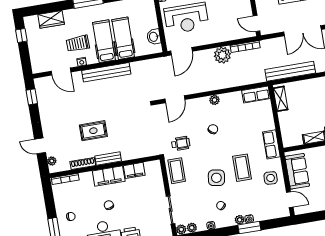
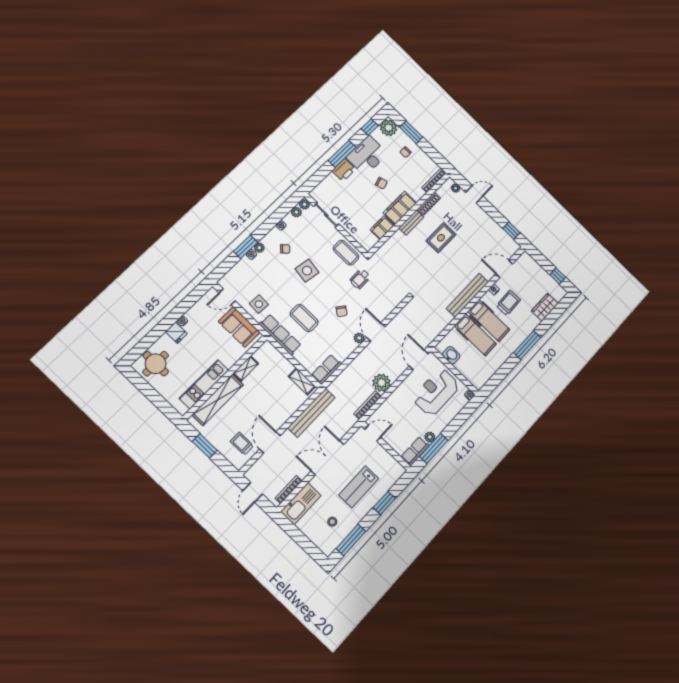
door: (175, 99) -> (376, 332), moved
row of seats: (271, 144) -> (280, 335), width x1.48
coffee table: (242, 168) -> (304, 318), moved

